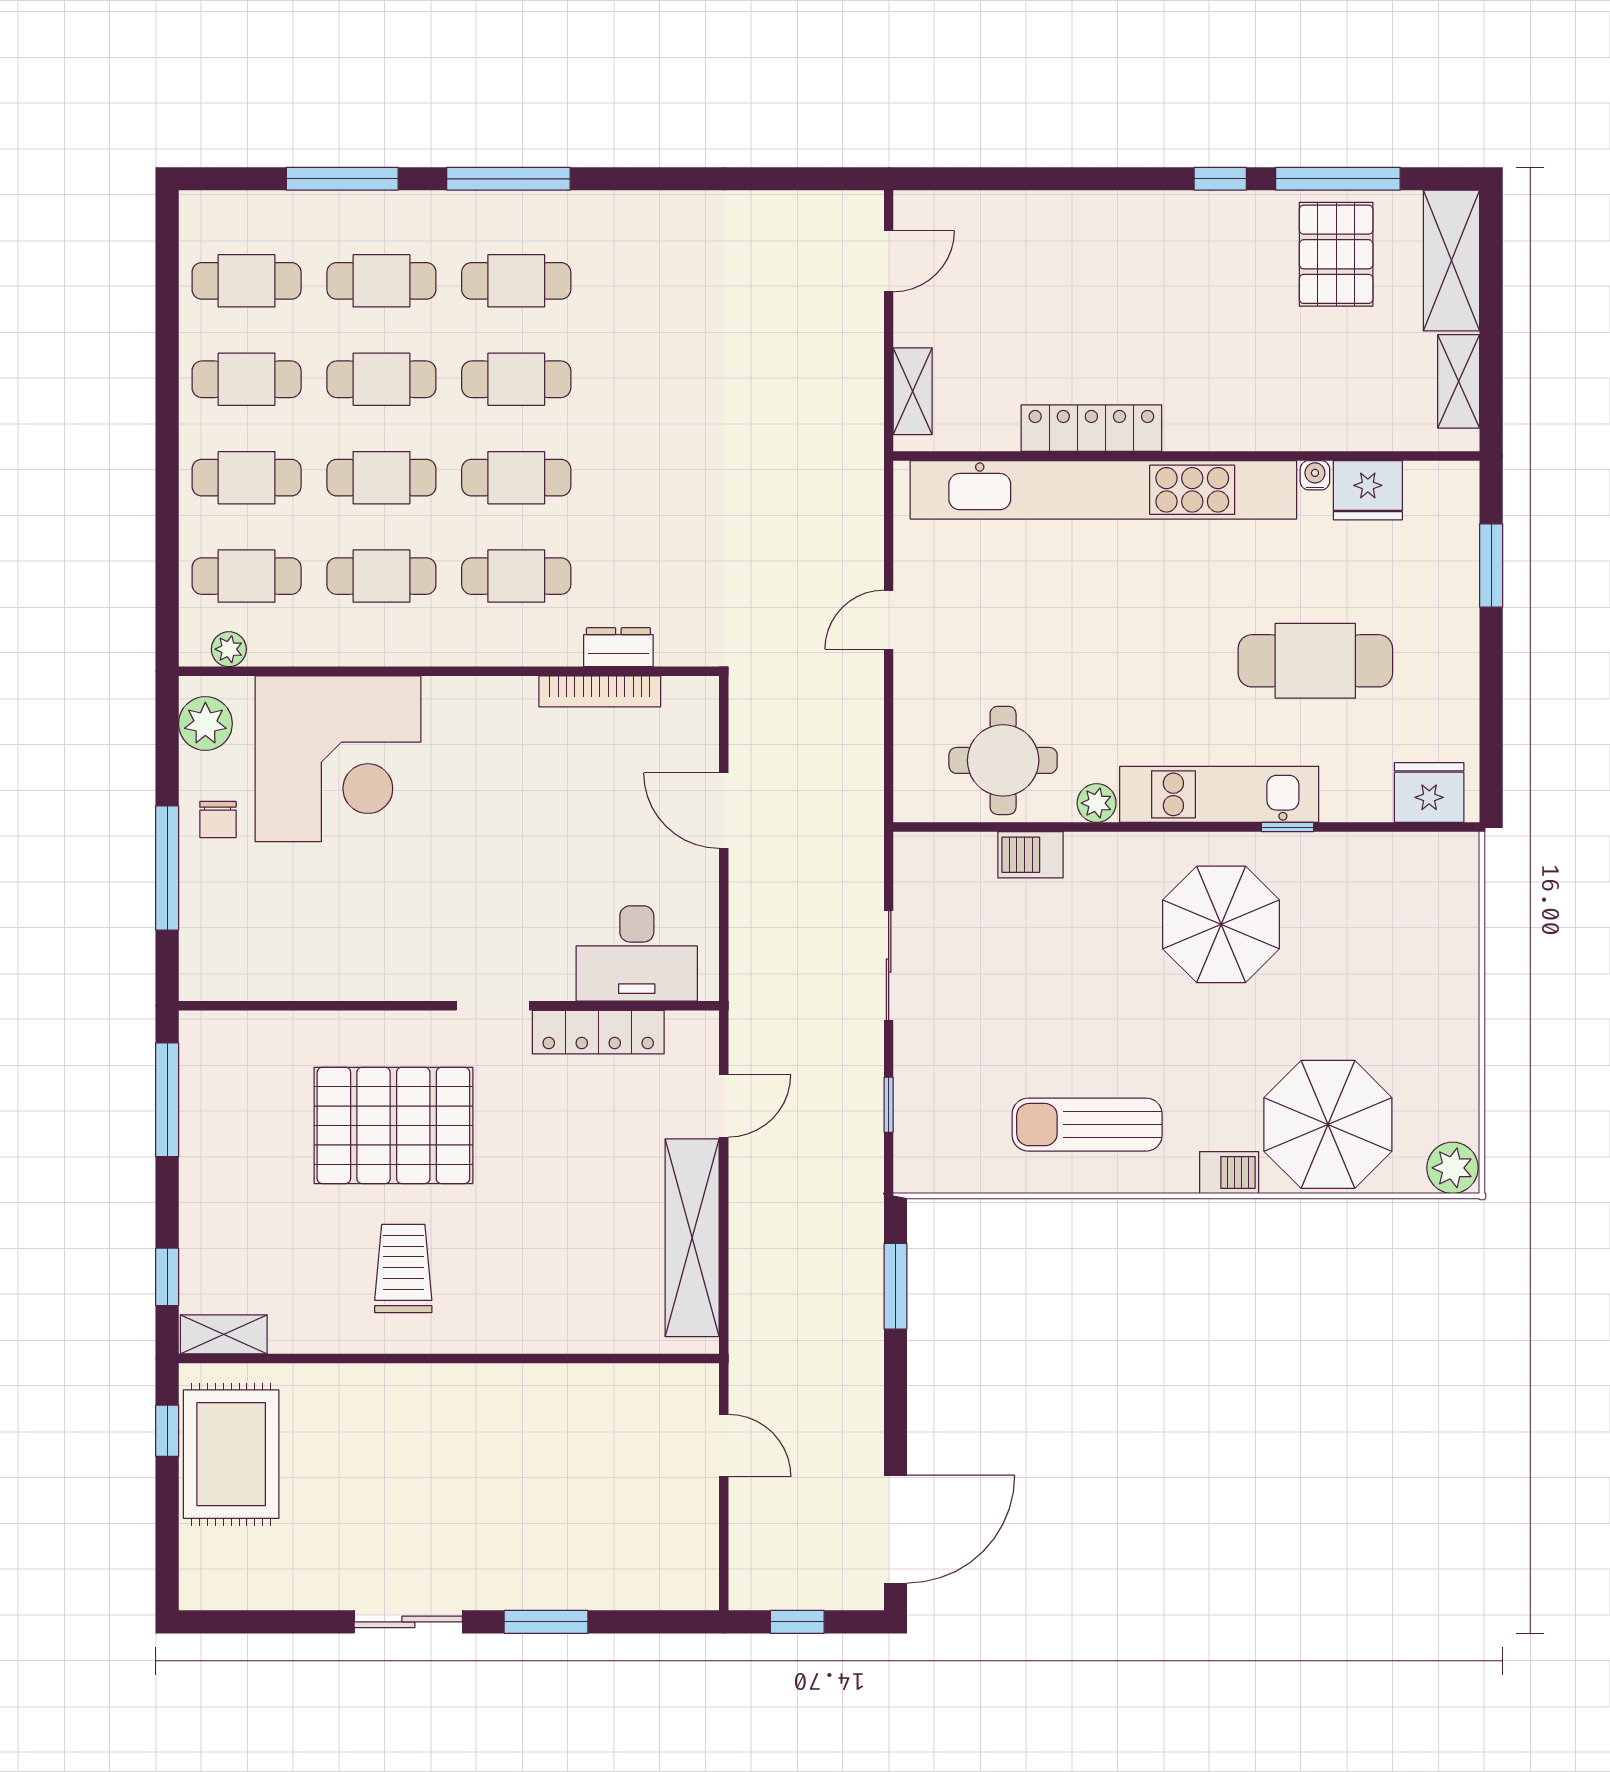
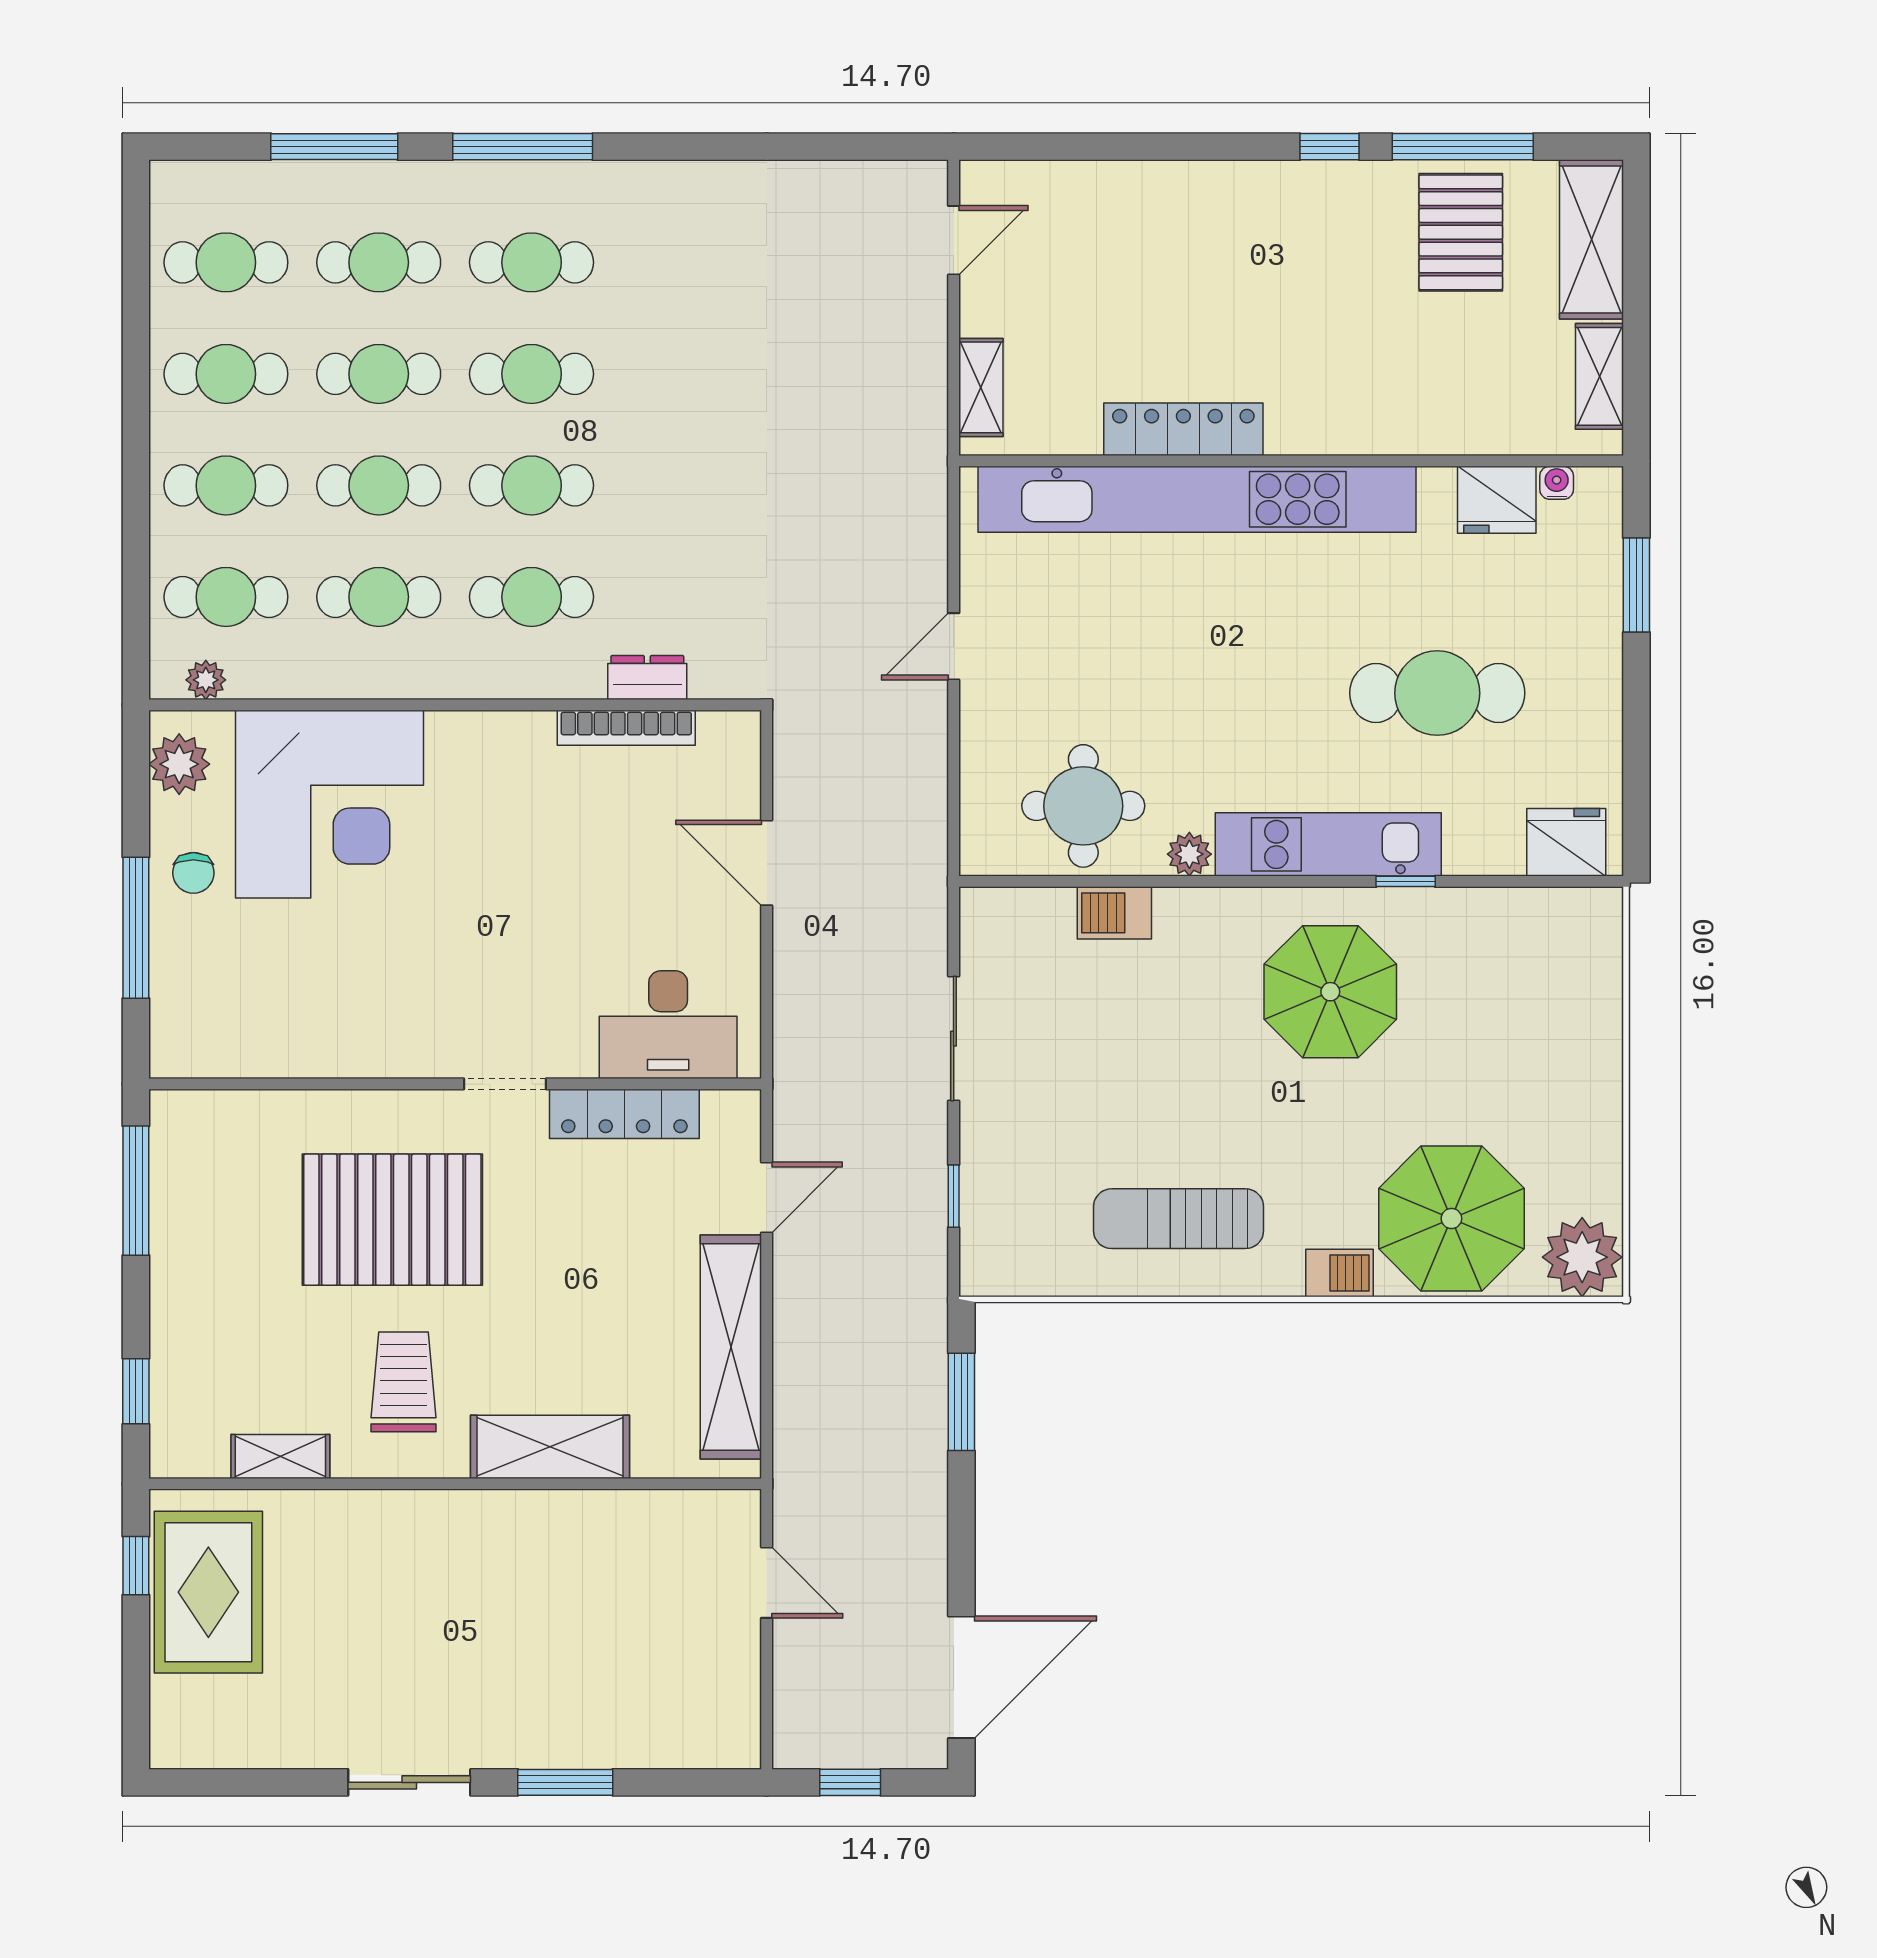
water cooler: (1315, 475) -> (1557, 483), moved
plant: (1453, 1168) -> (1582, 1257), width x1.36, depth x1.36
shelving: (533, 1326) -> (550, 1447), added
shelving: (224, 1334) -> (280, 1456), moved

